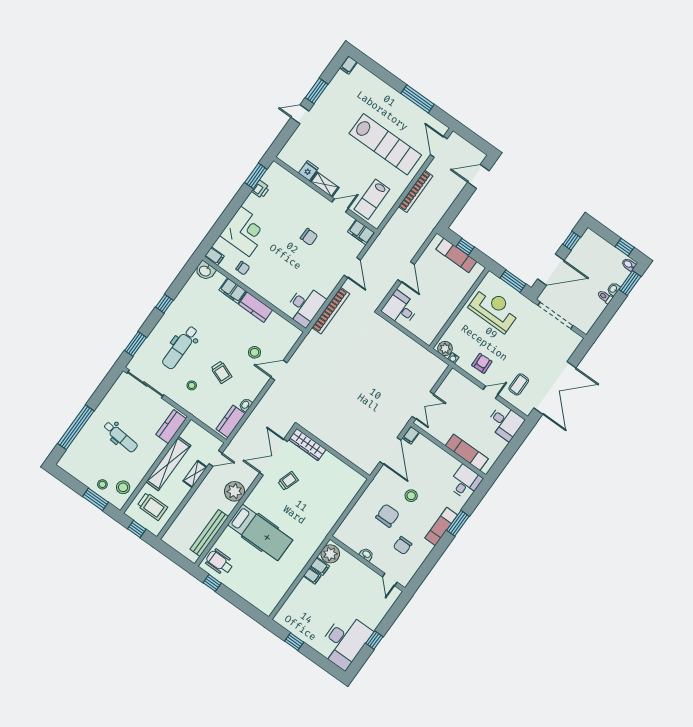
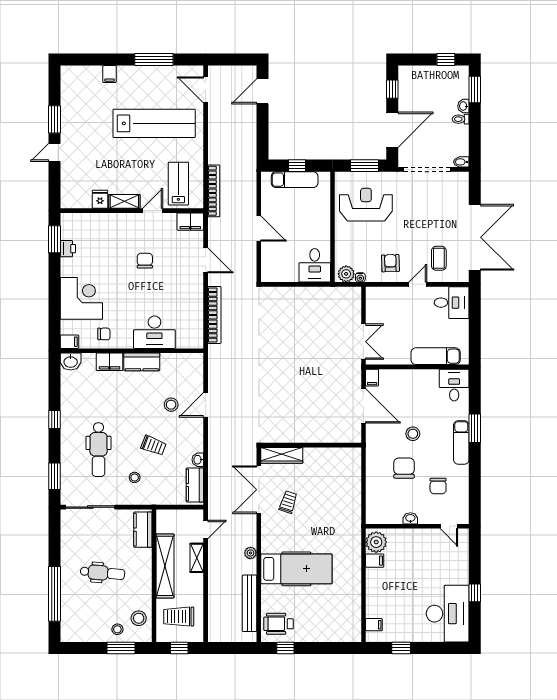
filing cabinet: (348, 65) -> (110, 74), moved
bookcase: (416, 191) -> (214, 191), moved
lab bench: (372, 199) -> (178, 184), turned 180
chair: (309, 237) -> (145, 261), turned -90
bidet: (629, 265) -> (461, 162), moved
desk: (305, 306) -> (154, 332), moved, turned 90
desk: (400, 309) -> (315, 265), moved, turned -90
plant: (234, 491) -> (250, 553), width x0.53, depth x0.53
trolley: (152, 506) -> (179, 617), turned 180
filing cabinet: (312, 576) -> (374, 625), moved

